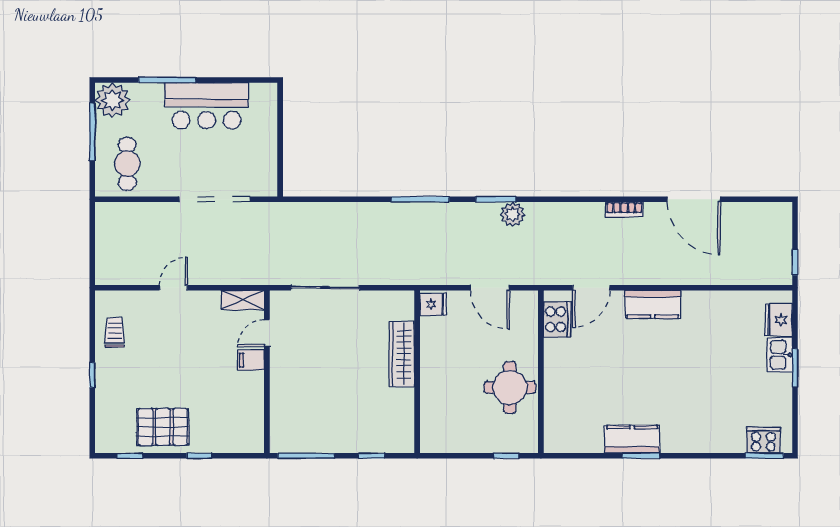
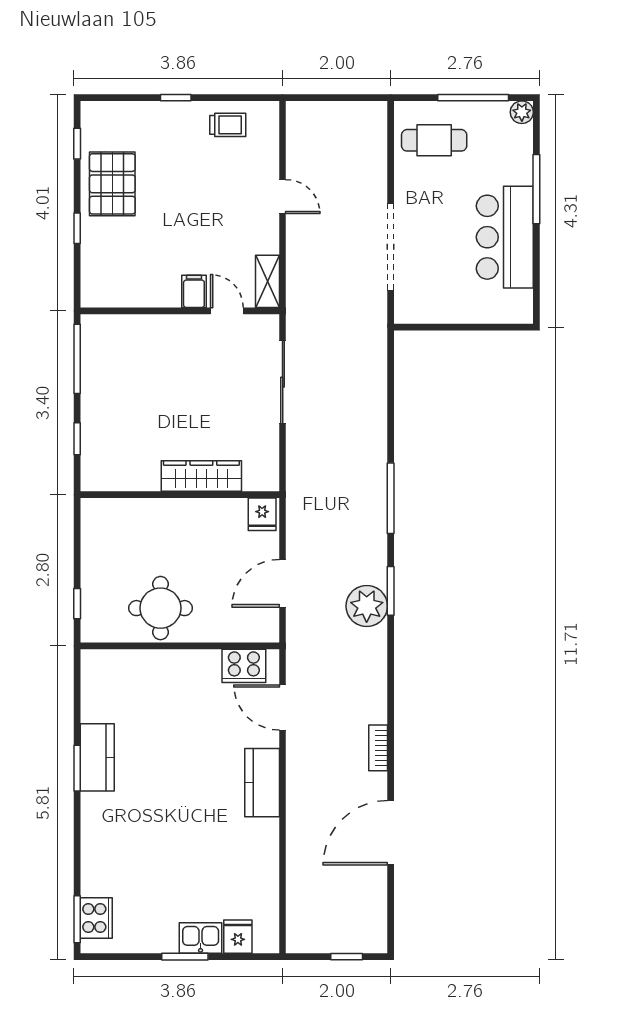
plant: (112, 100) -> (522, 112), width x0.53, depth x0.53
plant: (513, 214) -> (367, 606), width x1.36, depth x1.36
window: (795, 262) -> (347, 957), moved
fridge: (779, 320) -> (238, 937), width x0.72

